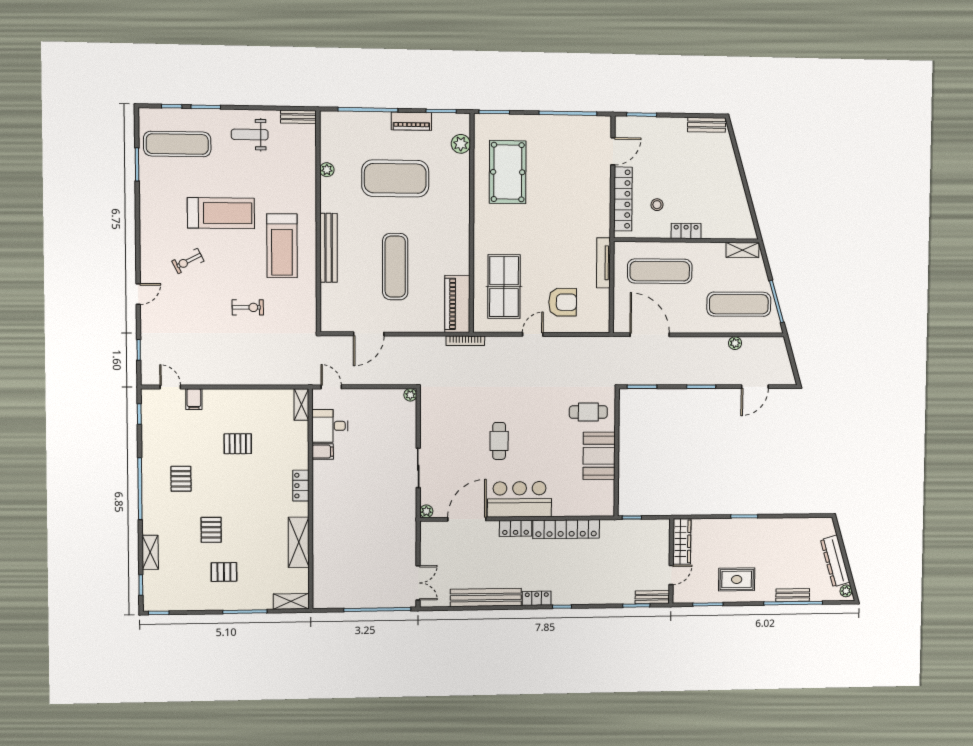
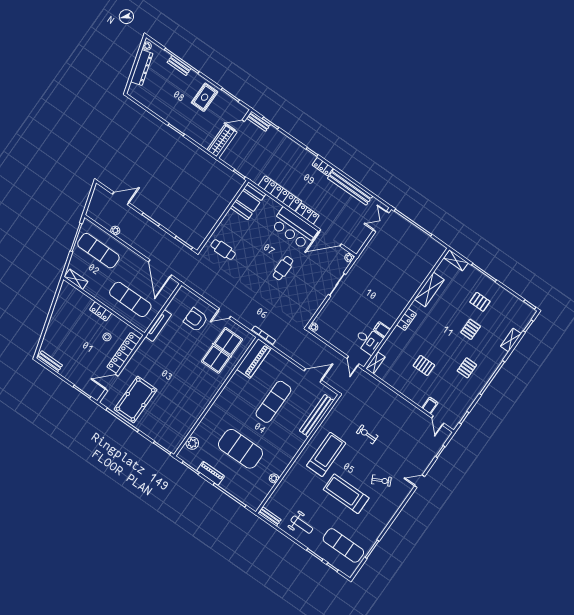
pool table: (508, 172) -> (136, 400), moved
bench: (329, 248) -> (317, 416), moved
booth: (599, 456) -> (248, 201), moved
rug: (737, 579) -> (205, 97), turned 90

